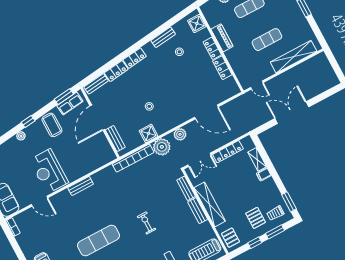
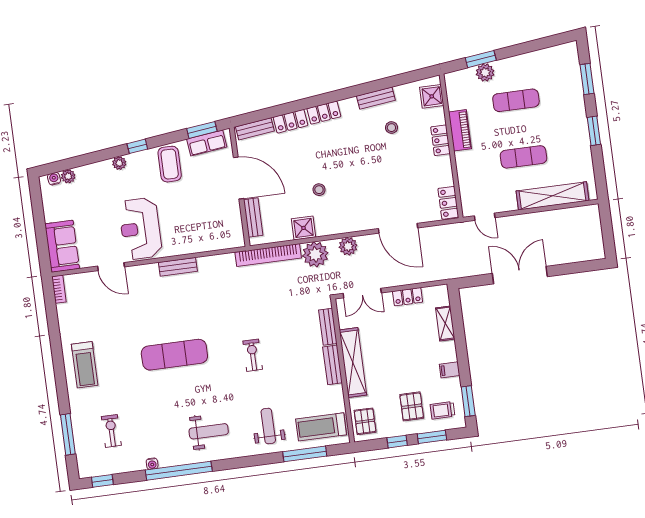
locker: (222, 68) -> (448, 203), moved
door: (97, 118) -> (239, 178), swing flipped
locker: (228, 152) -> (408, 297), width x0.66
filing cabinet: (264, 174) -> (450, 370), moved

